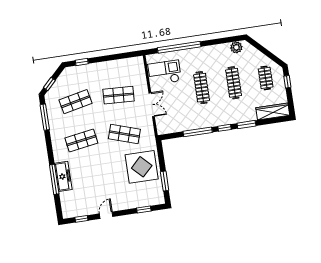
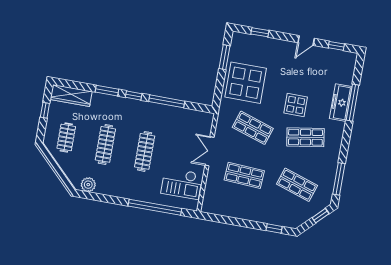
window: (287, 82) -> (45, 110), moved
shop shelf: (75, 102) -> (297, 185), turned 30
display table: (97, 163) -> (296, 105), added

